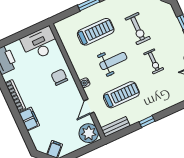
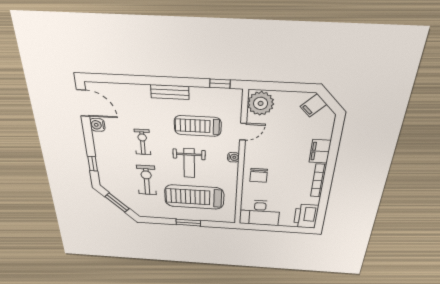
treadmill: (96, 32) -> (194, 197), width x1.37, depth x1.37
weight bench: (113, 61) -> (189, 163), turned -90
window: (147, 121) -> (220, 84), moved
bench: (115, 127) -> (170, 92), moved

